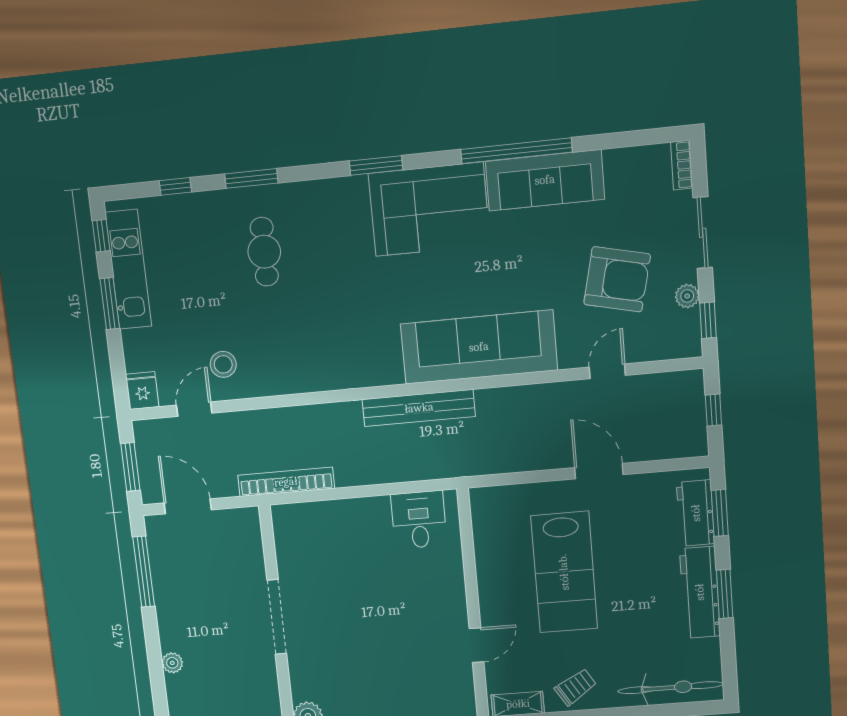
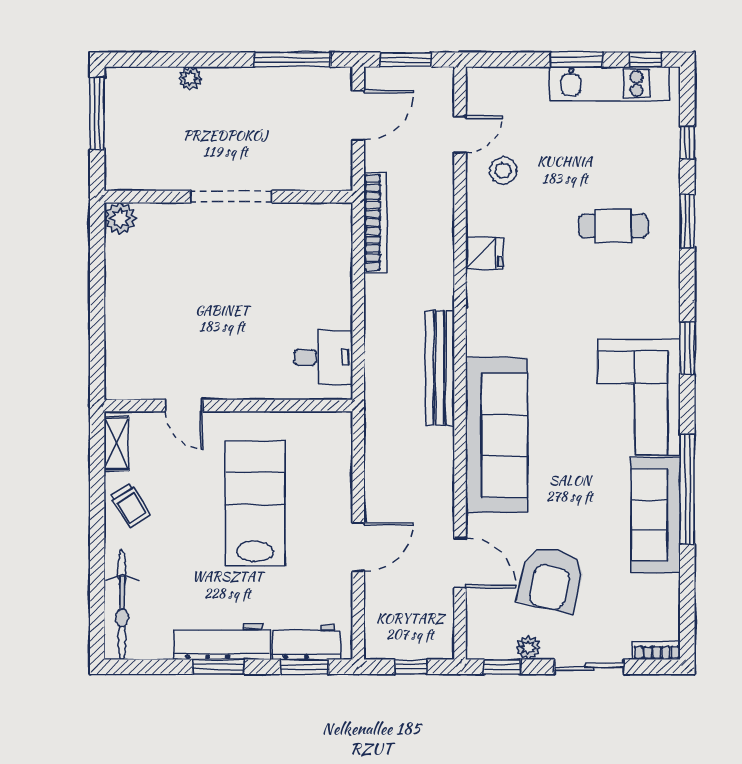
door: (607, 371) -> (460, 563), width x1.38
fridge: (142, 391) -> (484, 253), moved
door: (194, 409) -> (460, 135), hinge flipped
lab bench: (564, 572) -> (255, 503), turned 90

